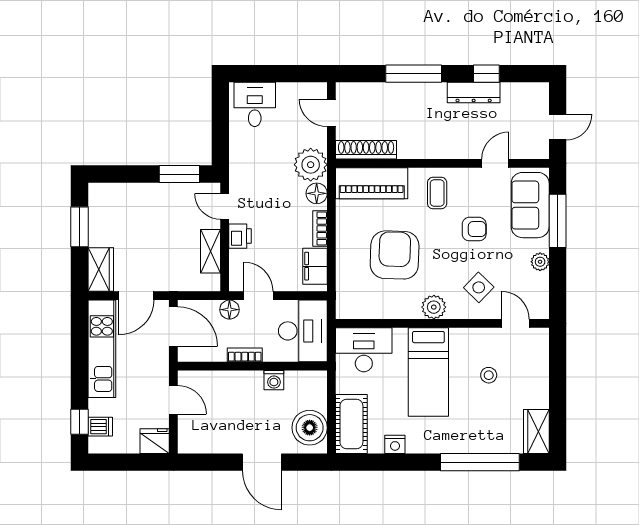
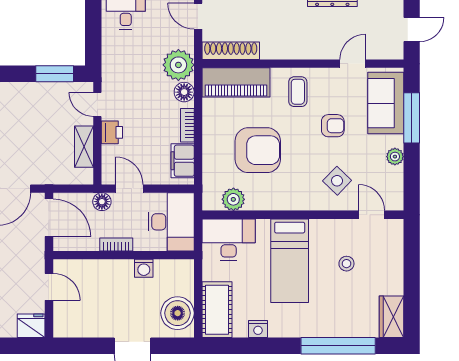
armchair: (395, 255) -> (258, 150), turned 88
plant: (434, 307) -> (233, 199), moved

